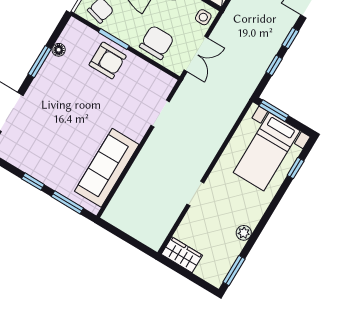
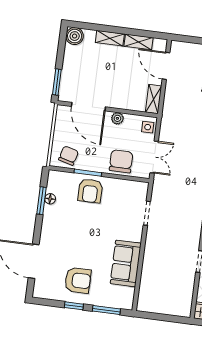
armchair: (108, 60) -> (90, 191), turned 90
window: (40, 62) -> (42, 201), moved
armchair: (50, 155) -> (78, 280), added
sofa: (107, 168) -> (126, 263), width x0.73

